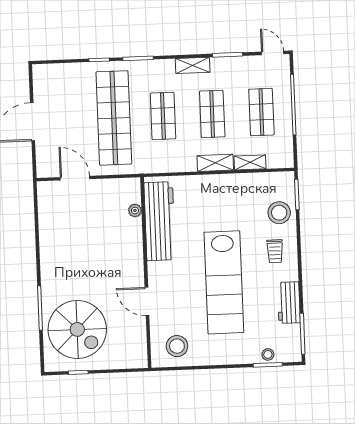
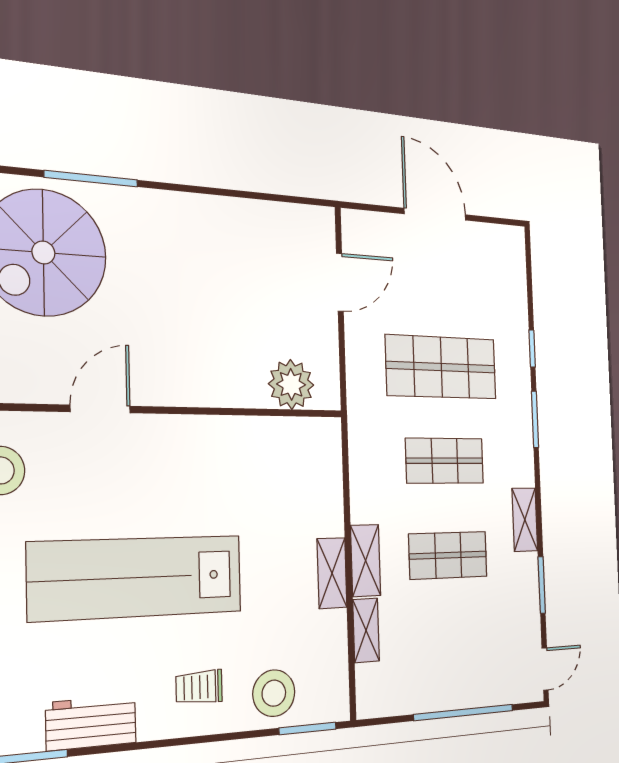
shop shelf: (261, 112) -> (452, 651), removed
shop shelf: (114, 118) -> (441, 367), width x0.71
shelving: (222, 182) -> (332, 573), added
plant: (135, 210) -> (291, 384), width x1.88, depth x1.88
workbench: (160, 221) -> (260, 445), removed

